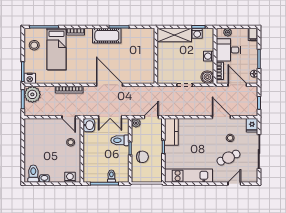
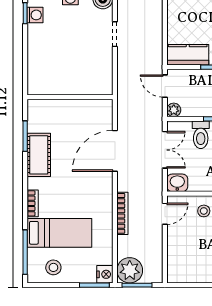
shelving: (174, 35) -> (38, 50), removed
wall: (156, 56) -> (70, 97), moved

